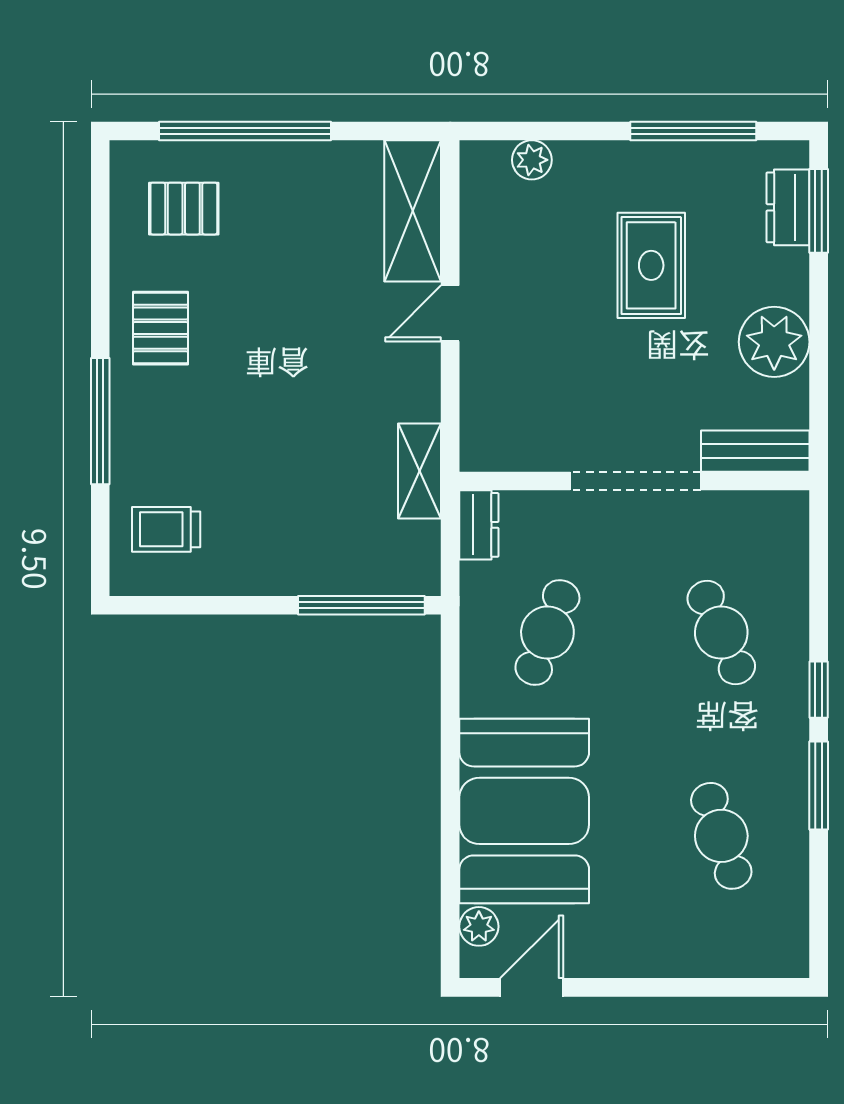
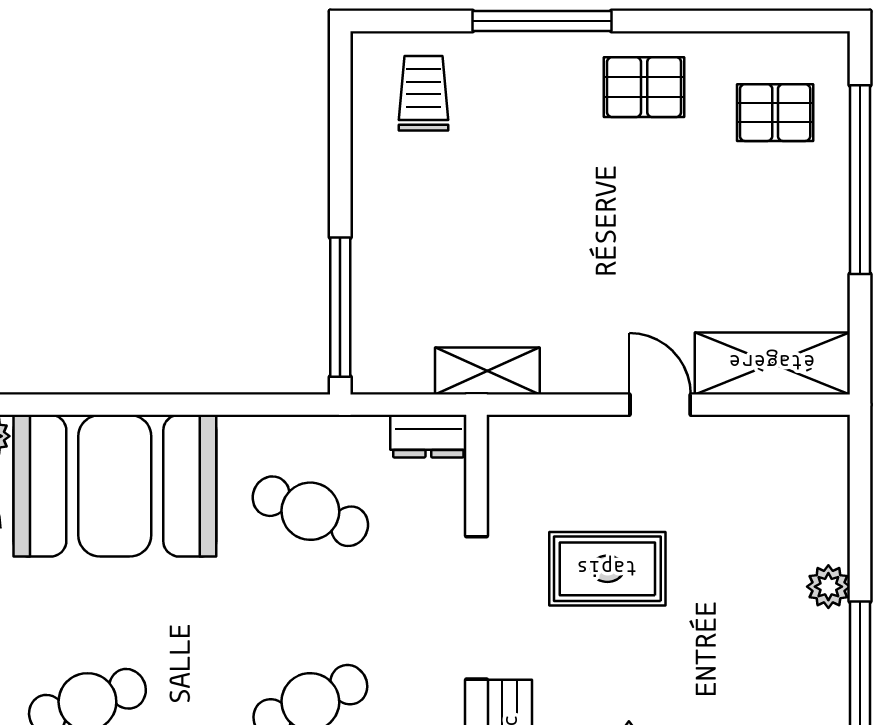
plant: (532, 160) -> (828, 587), moved
pallet: (184, 209) -> (775, 113), turned 90
rug: (651, 265) -> (607, 569), moved

